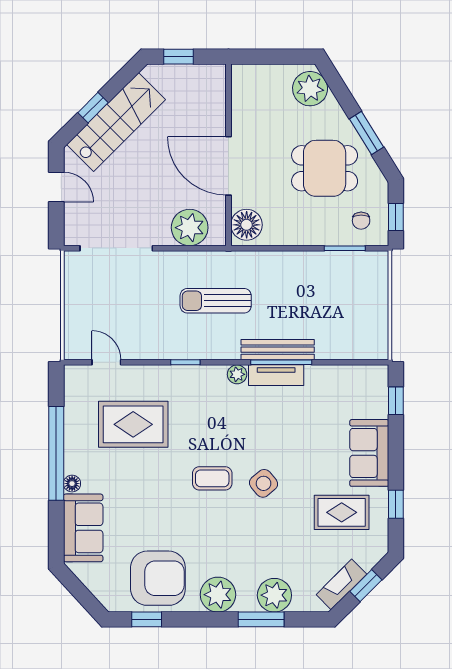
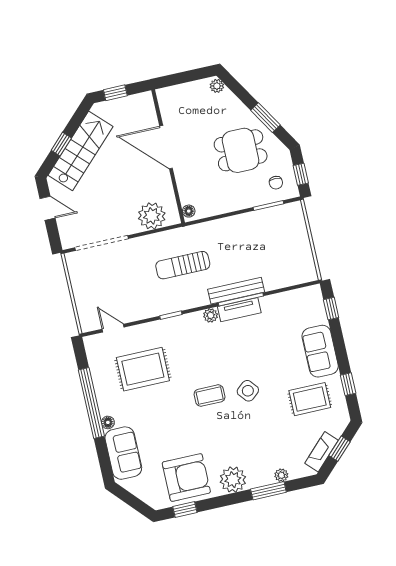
plant: (310, 89) -> (217, 86), width x0.53, depth x0.53
door: (229, 166) -> (166, 147), moved
floor lamp: (247, 225) -> (189, 211), width x0.53, depth x0.53
plant: (274, 595) -> (281, 475), width x0.53, depth x0.53

